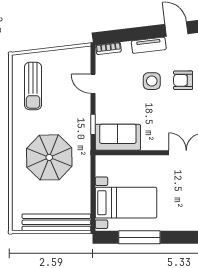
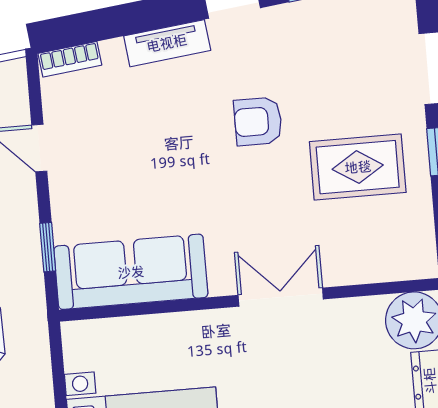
side table: (152, 81) -> (182, 130), removed
sofa: (118, 137) -> (131, 272), width x1.36

